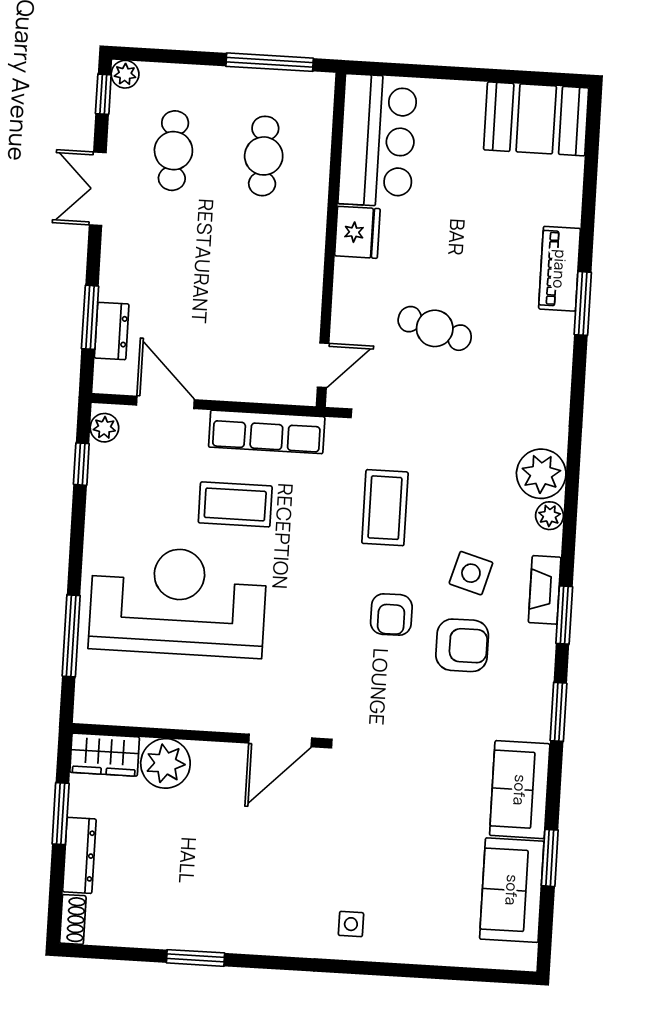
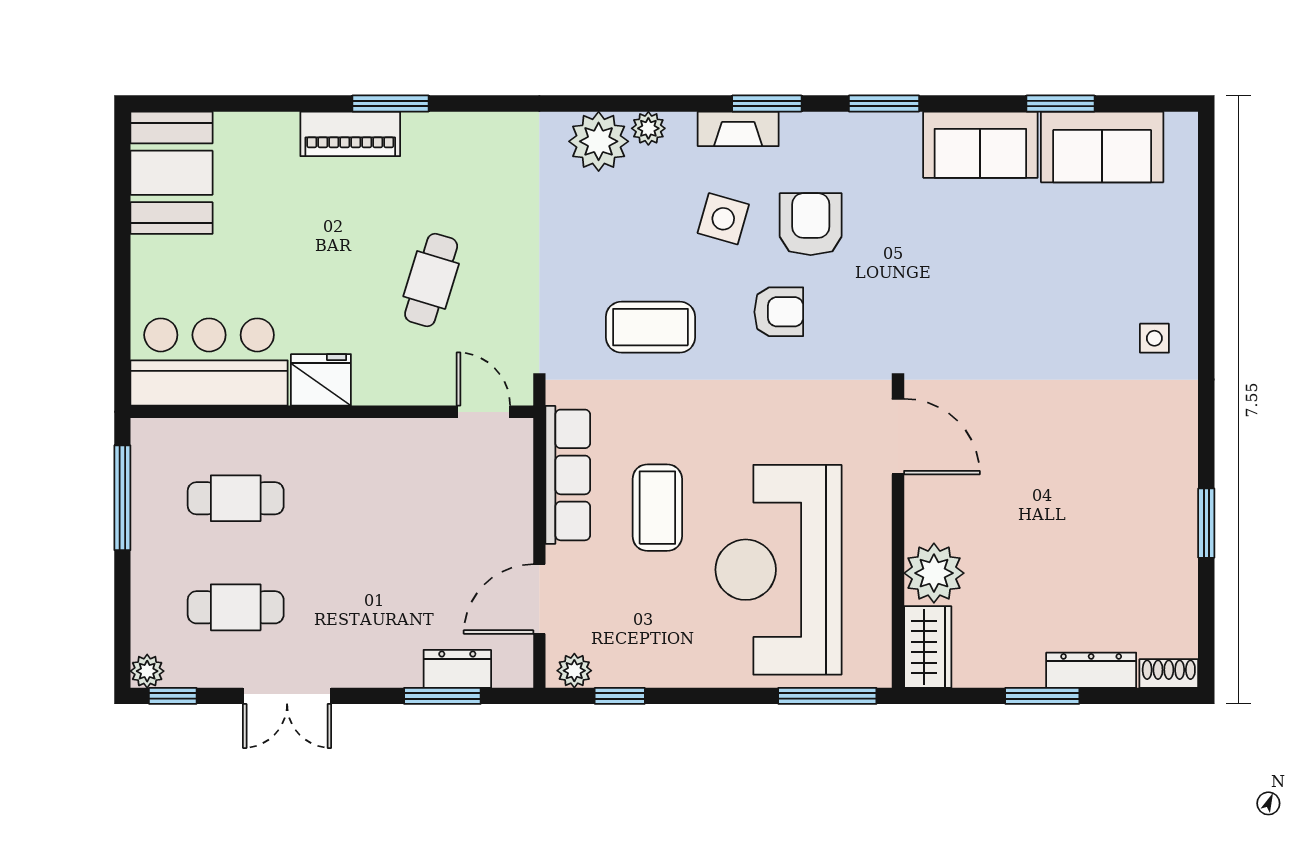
wall: (197, 736) -> (898, 537), moved
door: (280, 740) -> (898, 437), moved
wardrobe: (105, 755) -> (928, 647), moved
plant: (165, 763) -> (934, 573), moved

